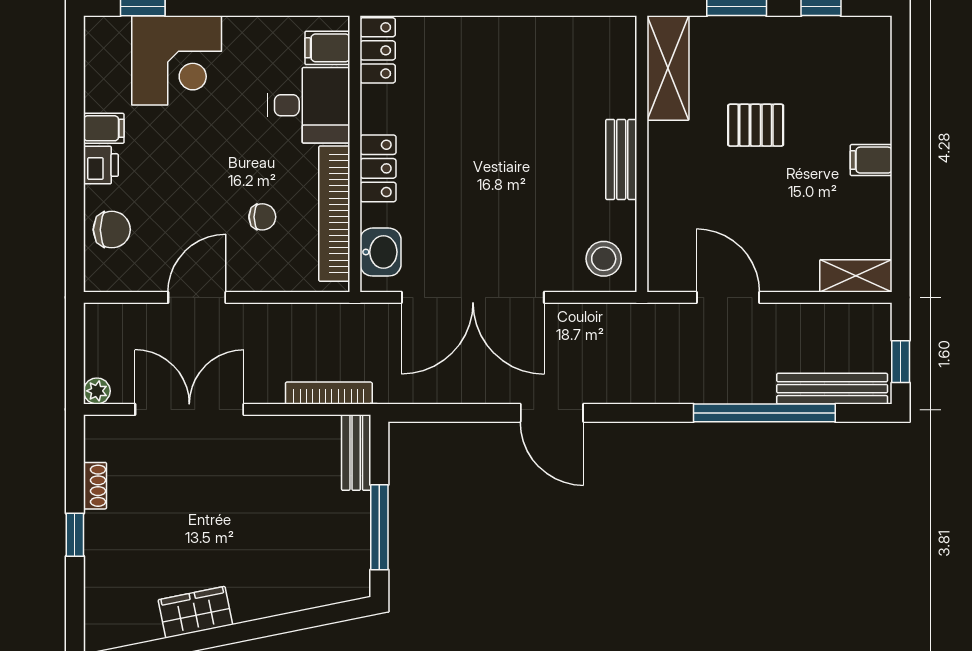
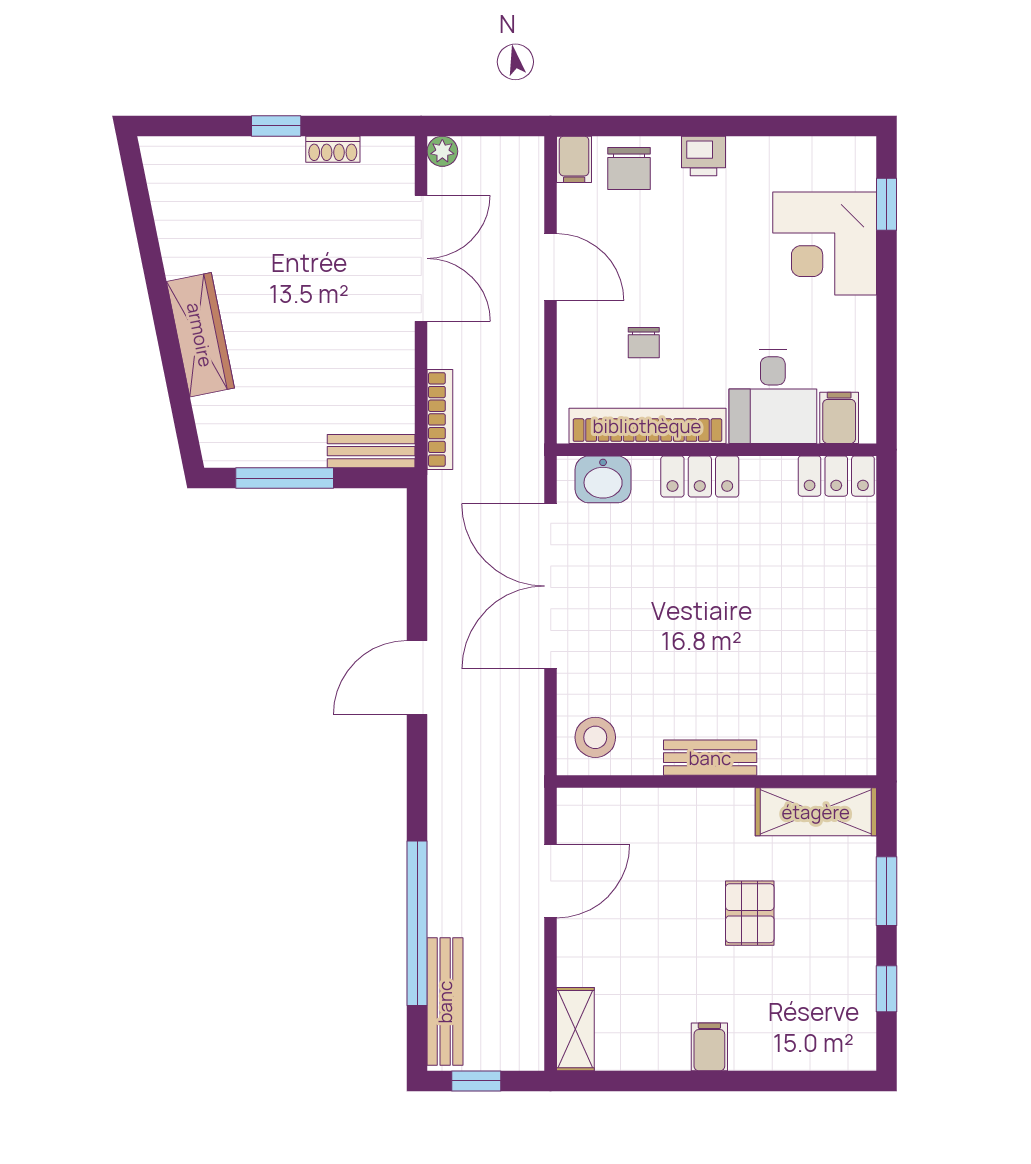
filing cabinet: (104, 128) -> (574, 159), moved
wardrobe: (195, 612) -> (200, 335), moved, width x1.50

